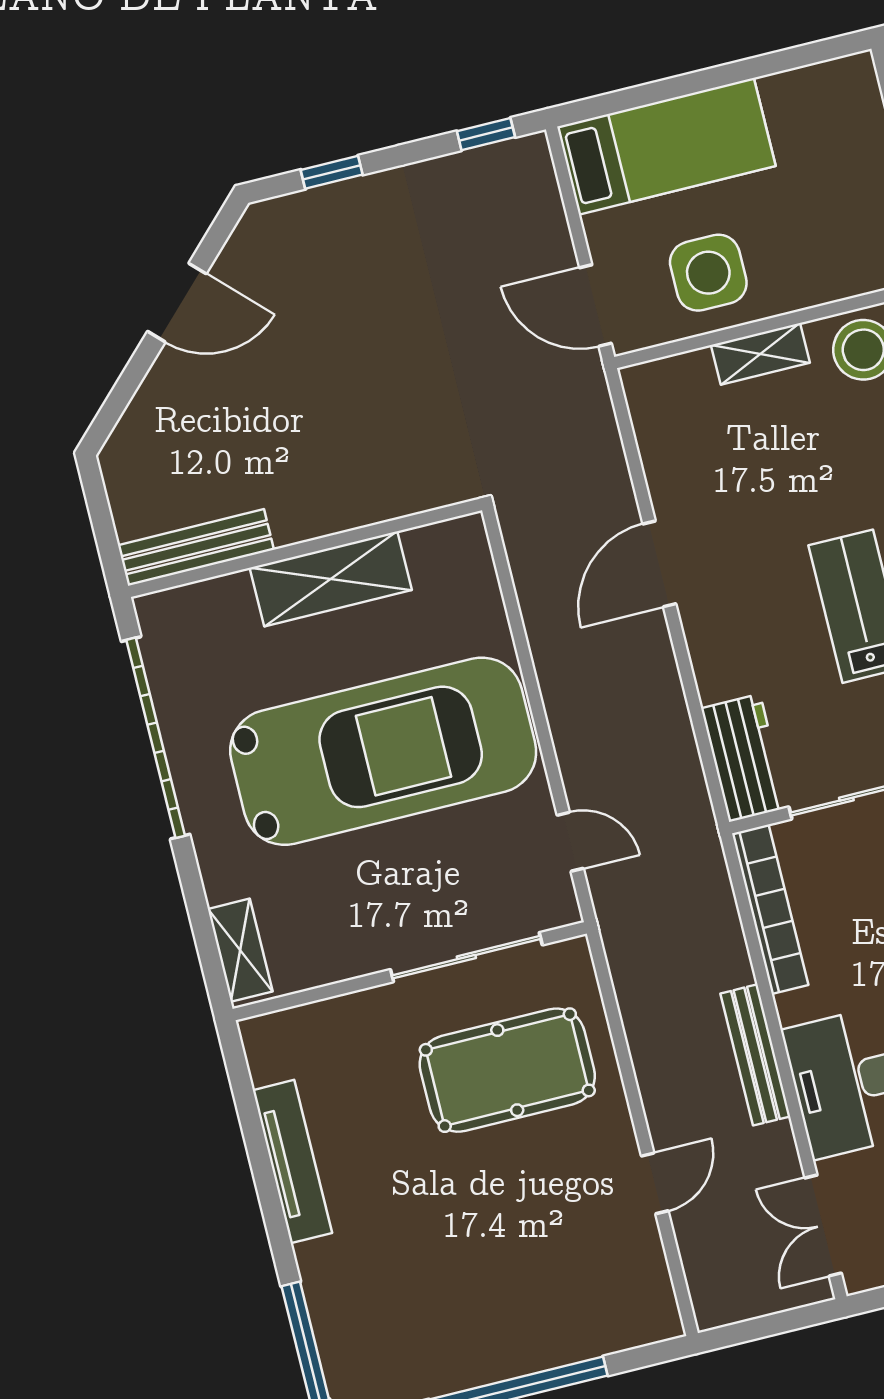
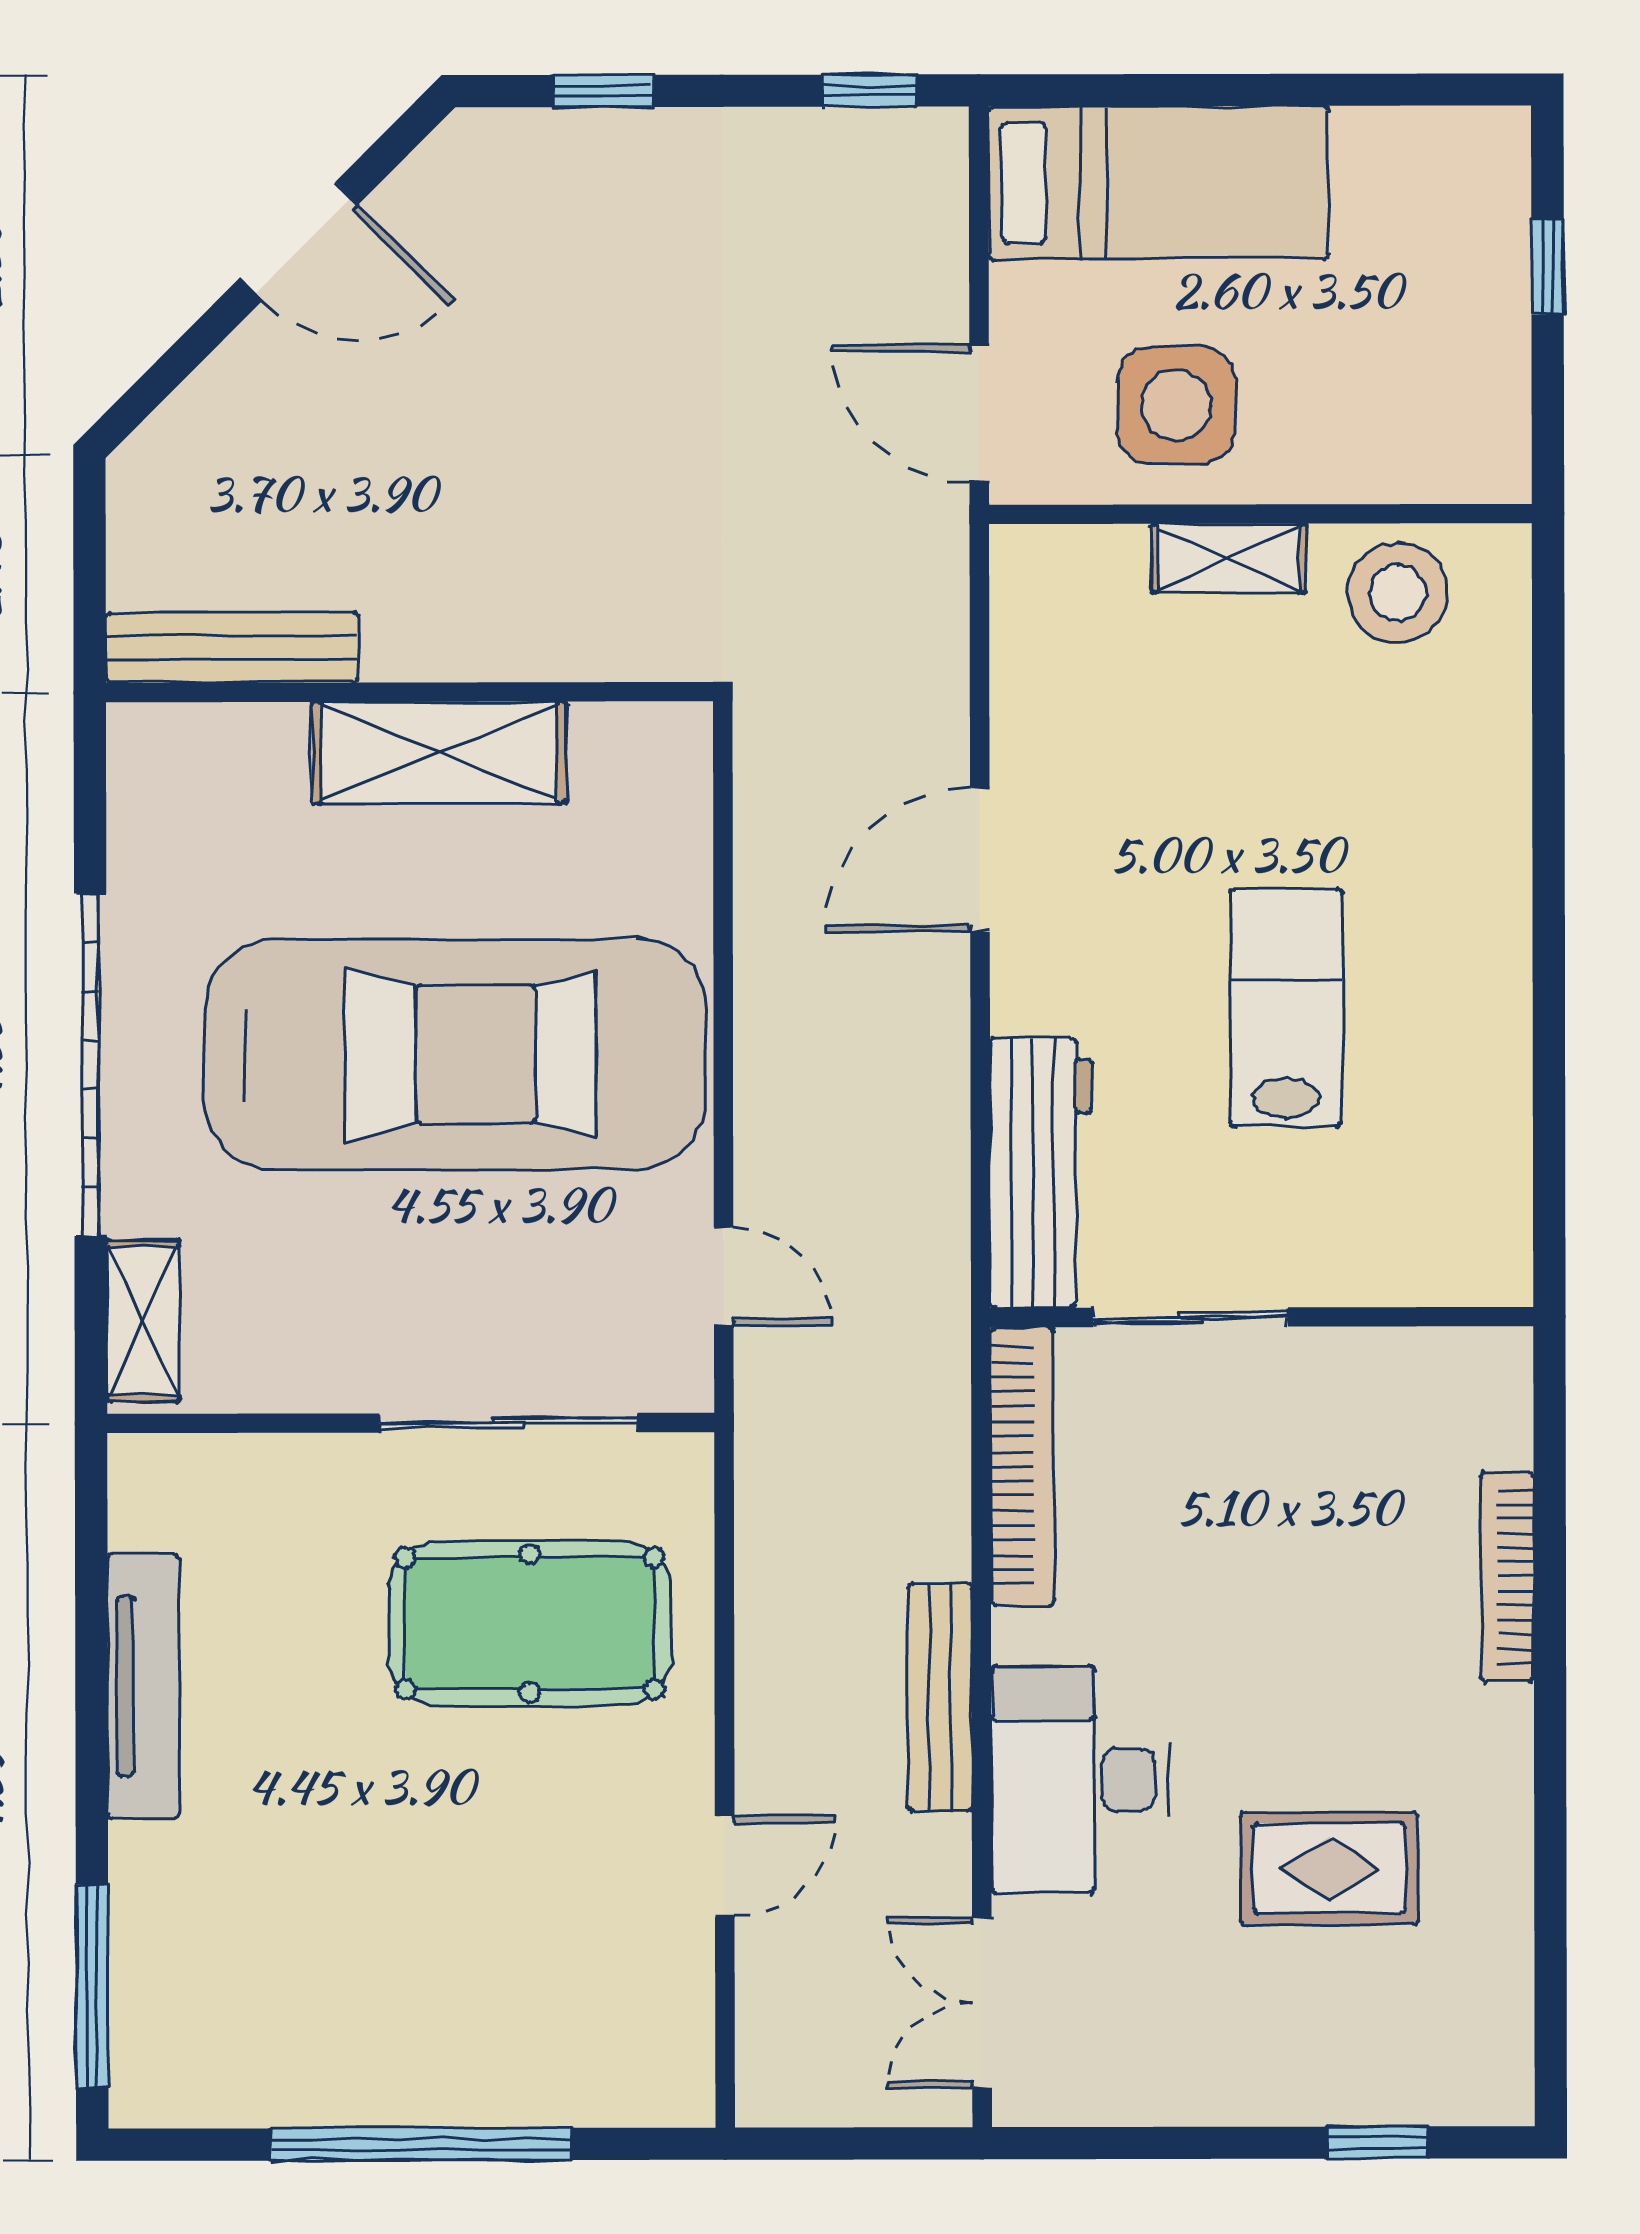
garage door: (156, 738) -> (90, 1065), moved
workbench: (745, 758) -> (1041, 1173), width x1.38

